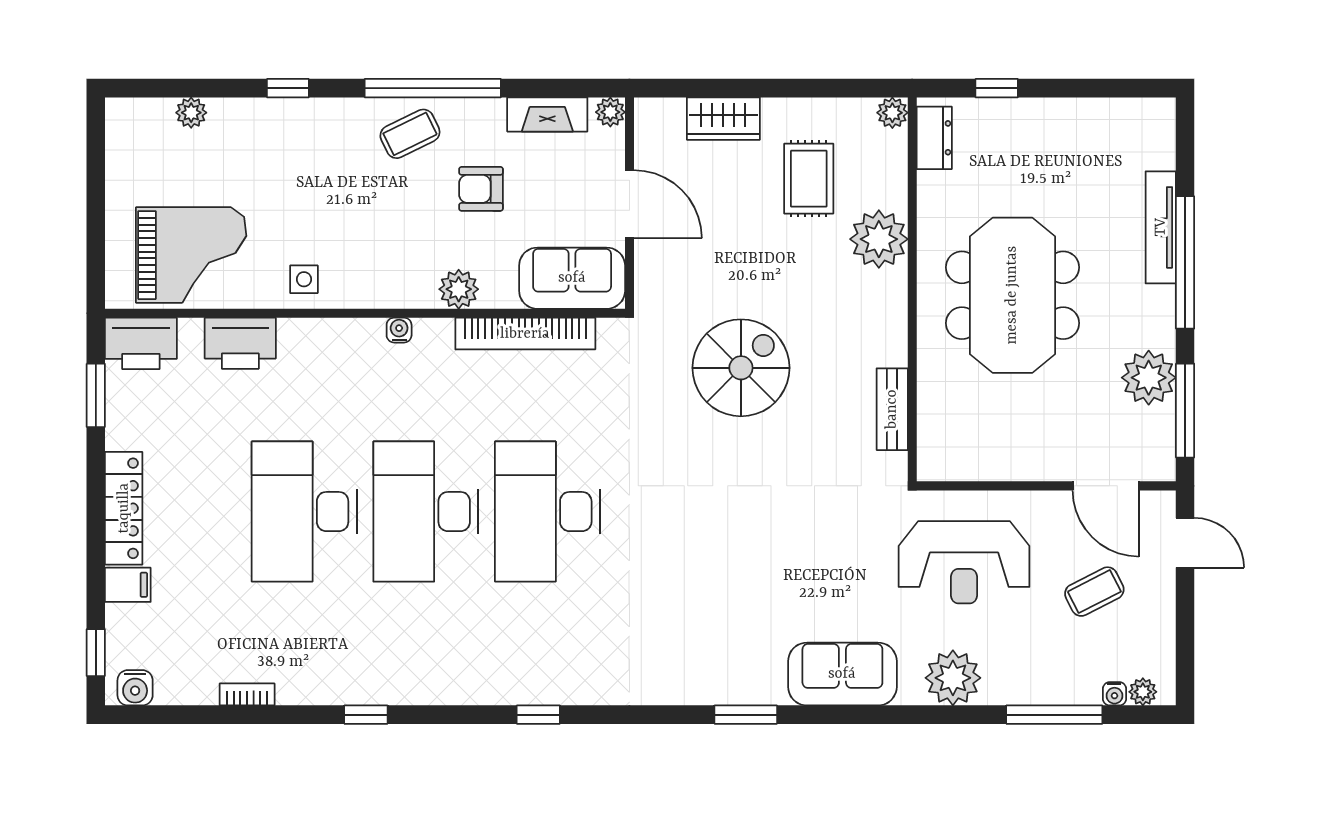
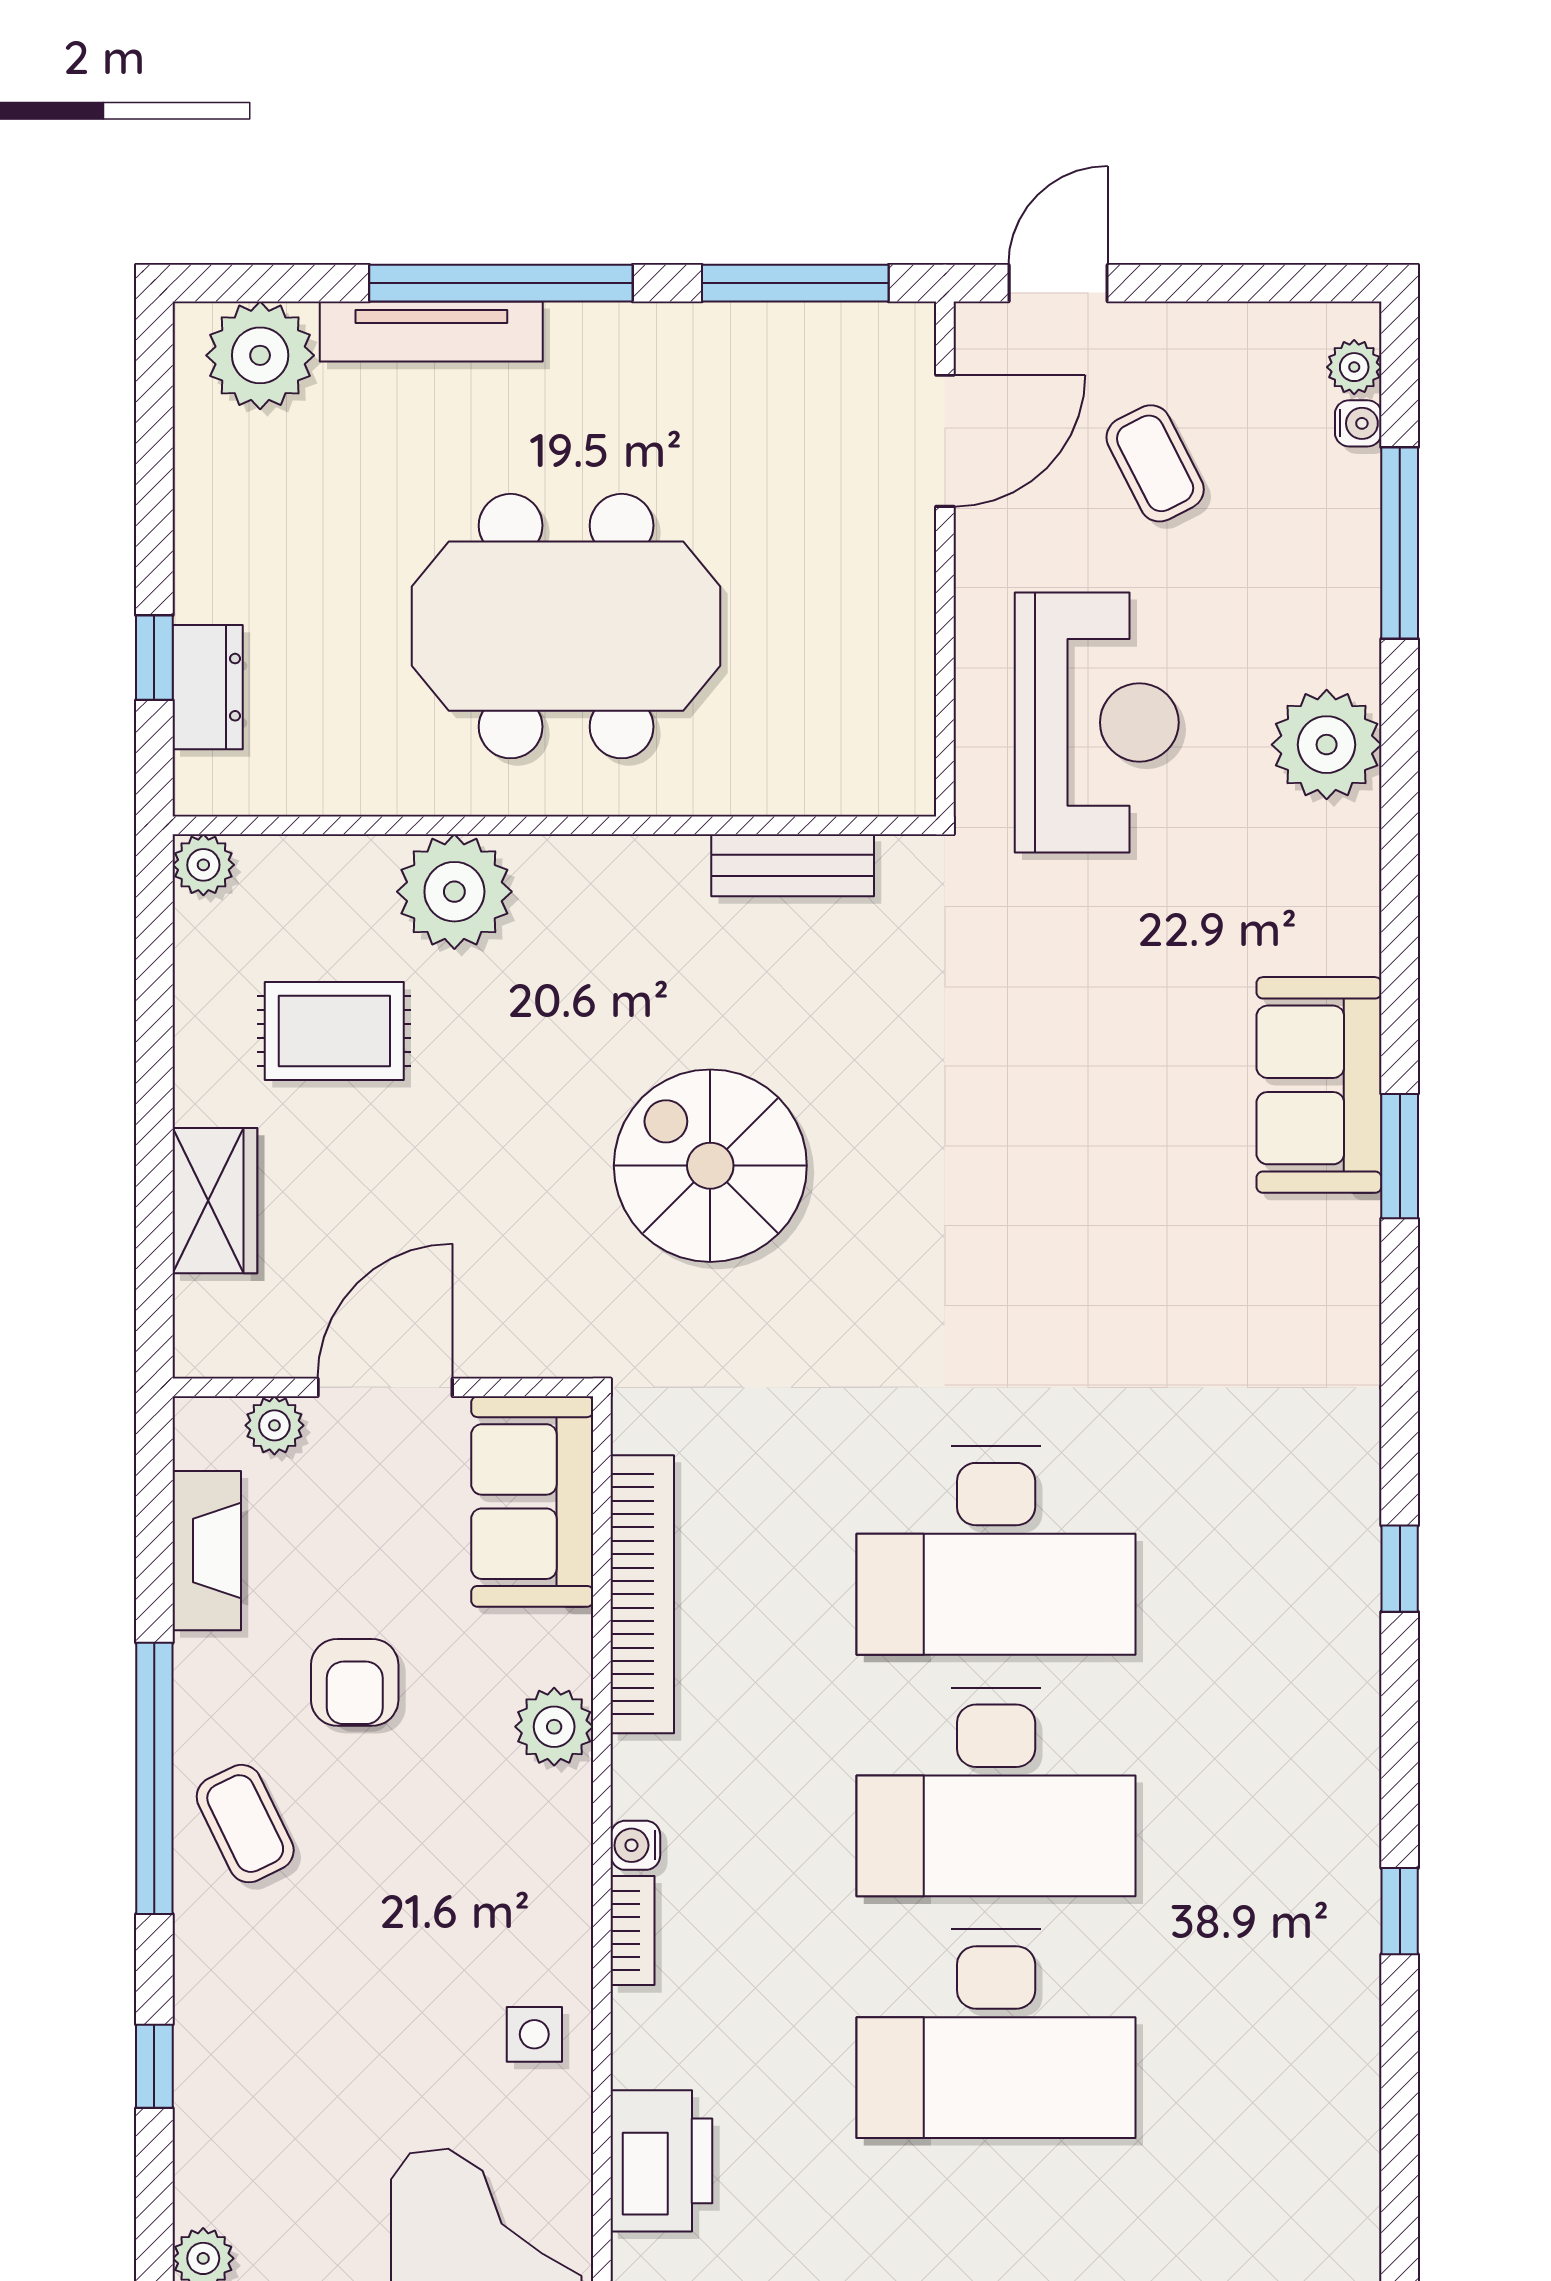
plant: (610, 112) -> (274, 1425), moved
dresser: (934, 138) -> (208, 687), moved, turned 90
plant: (1149, 378) -> (260, 355), moved
sofa: (842, 674) -> (1319, 1085), moved
bookcase: (247, 694) -> (633, 1931), moved, turned 180

